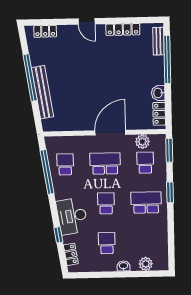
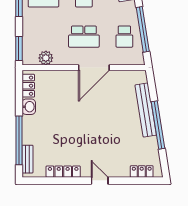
door: (110, 133) -> (94, 68), moved
school desk: (145, 163) -> (43, 37), removed

